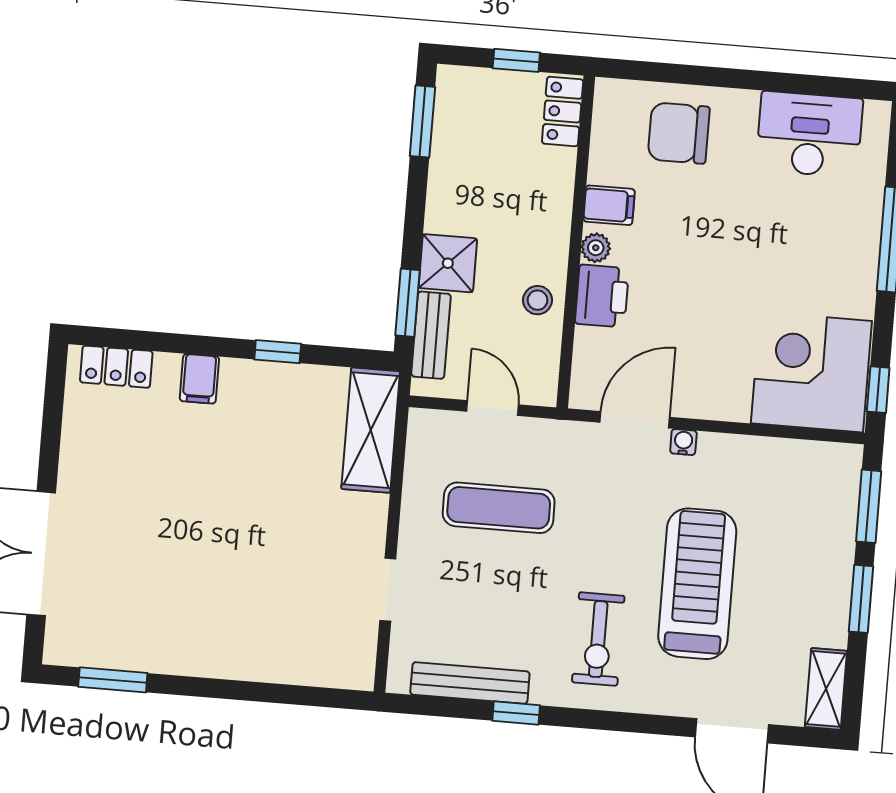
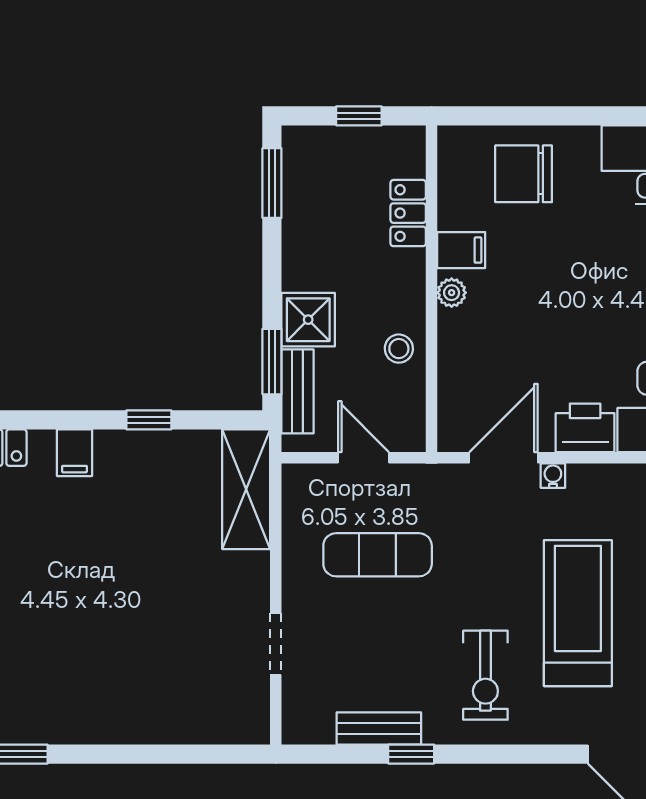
locker: (563, 111) -> (408, 213), moved
printer: (602, 296) -> (585, 428), moved, turned -90
bench: (470, 683) -> (379, 728), width x0.73

